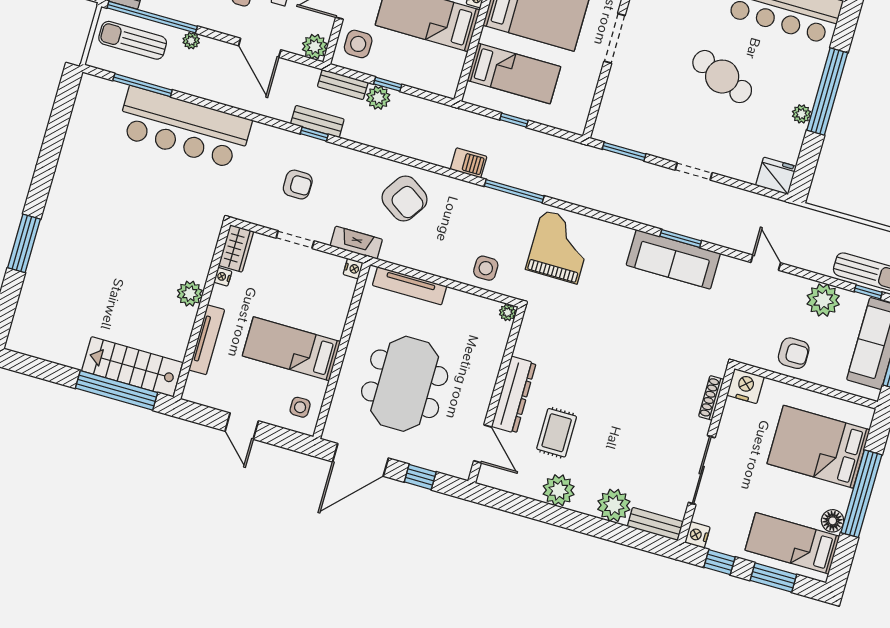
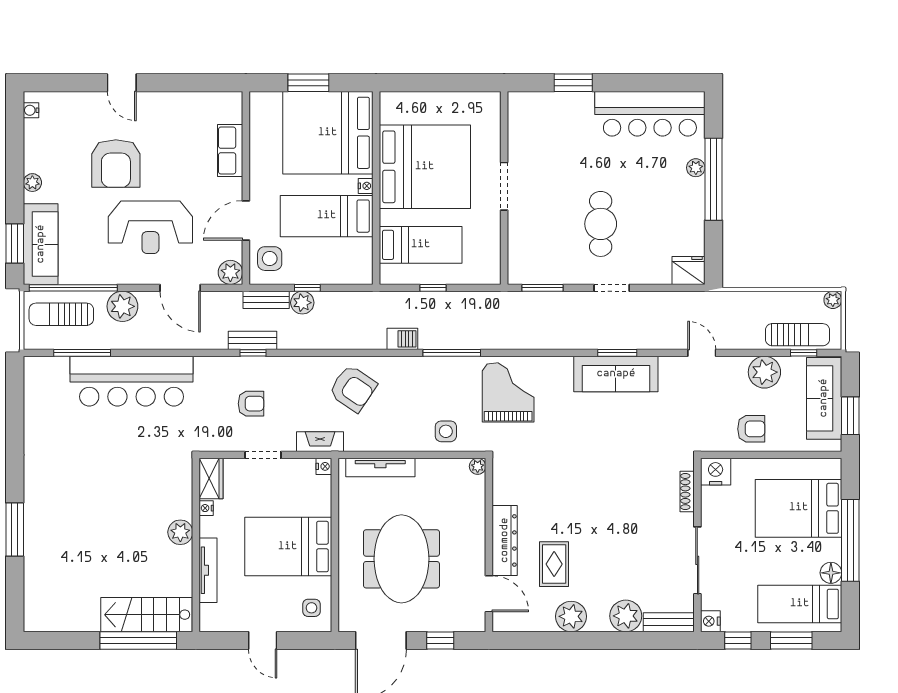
plant: (191, 41) -> (122, 306), width x1.87, depth x1.87
cafe table: (722, 77) -> (601, 224), moved, turned 67
plant: (801, 114) -> (696, 168), moved
bed: (291, 349) -> (288, 547), width x1.50

